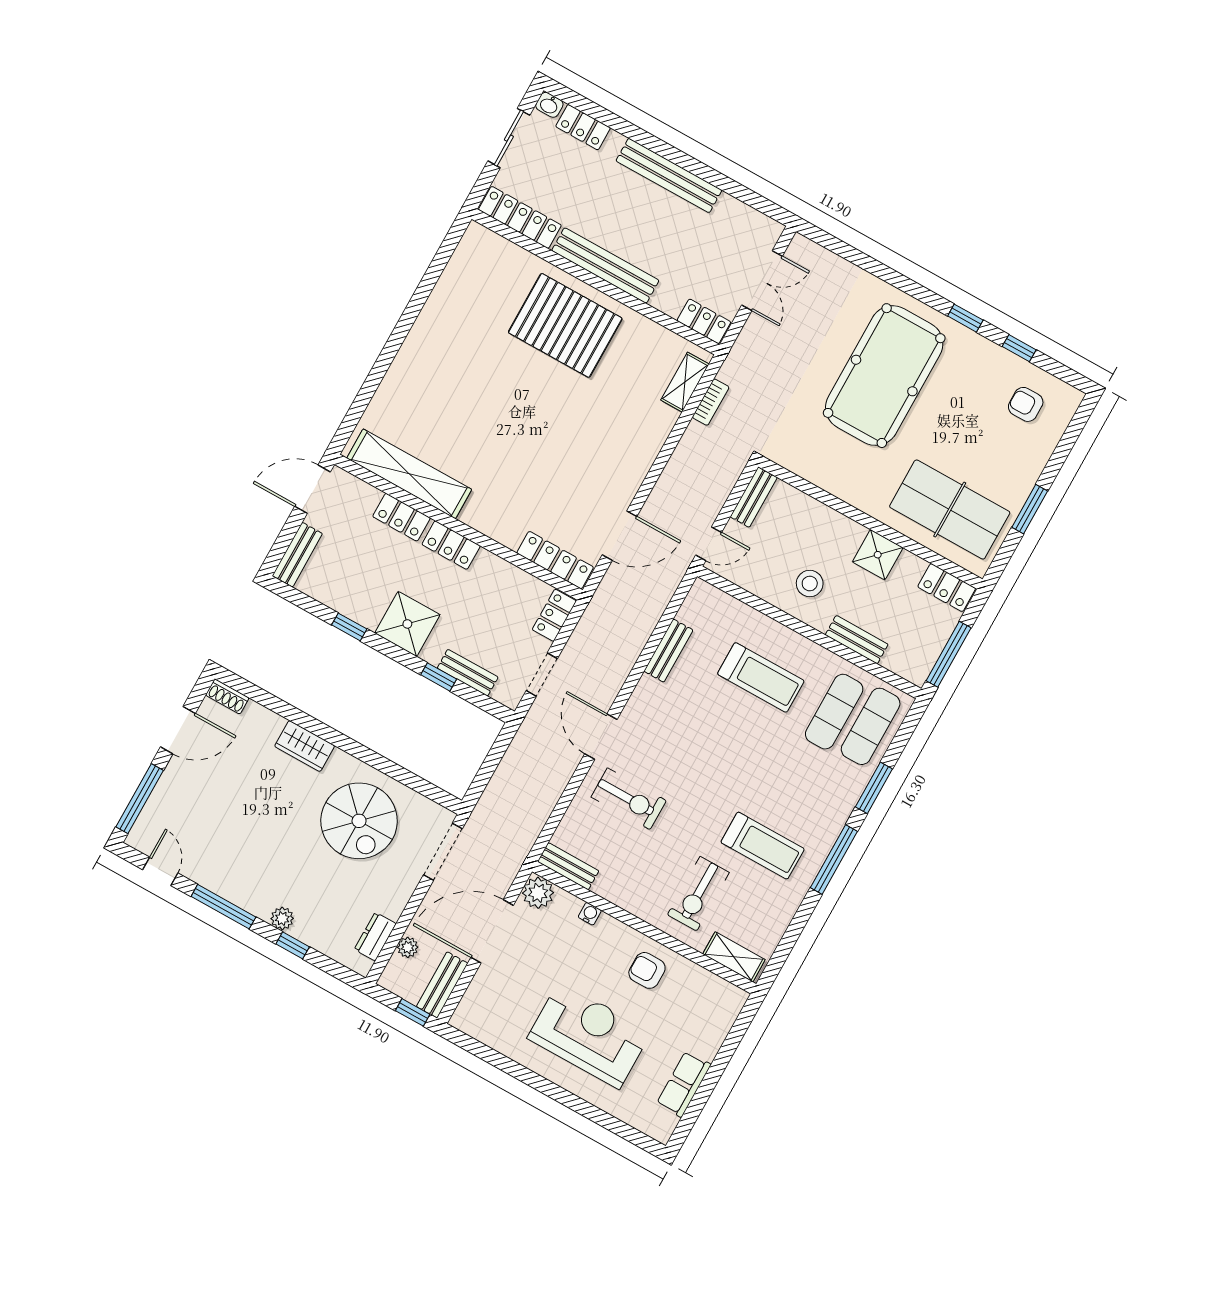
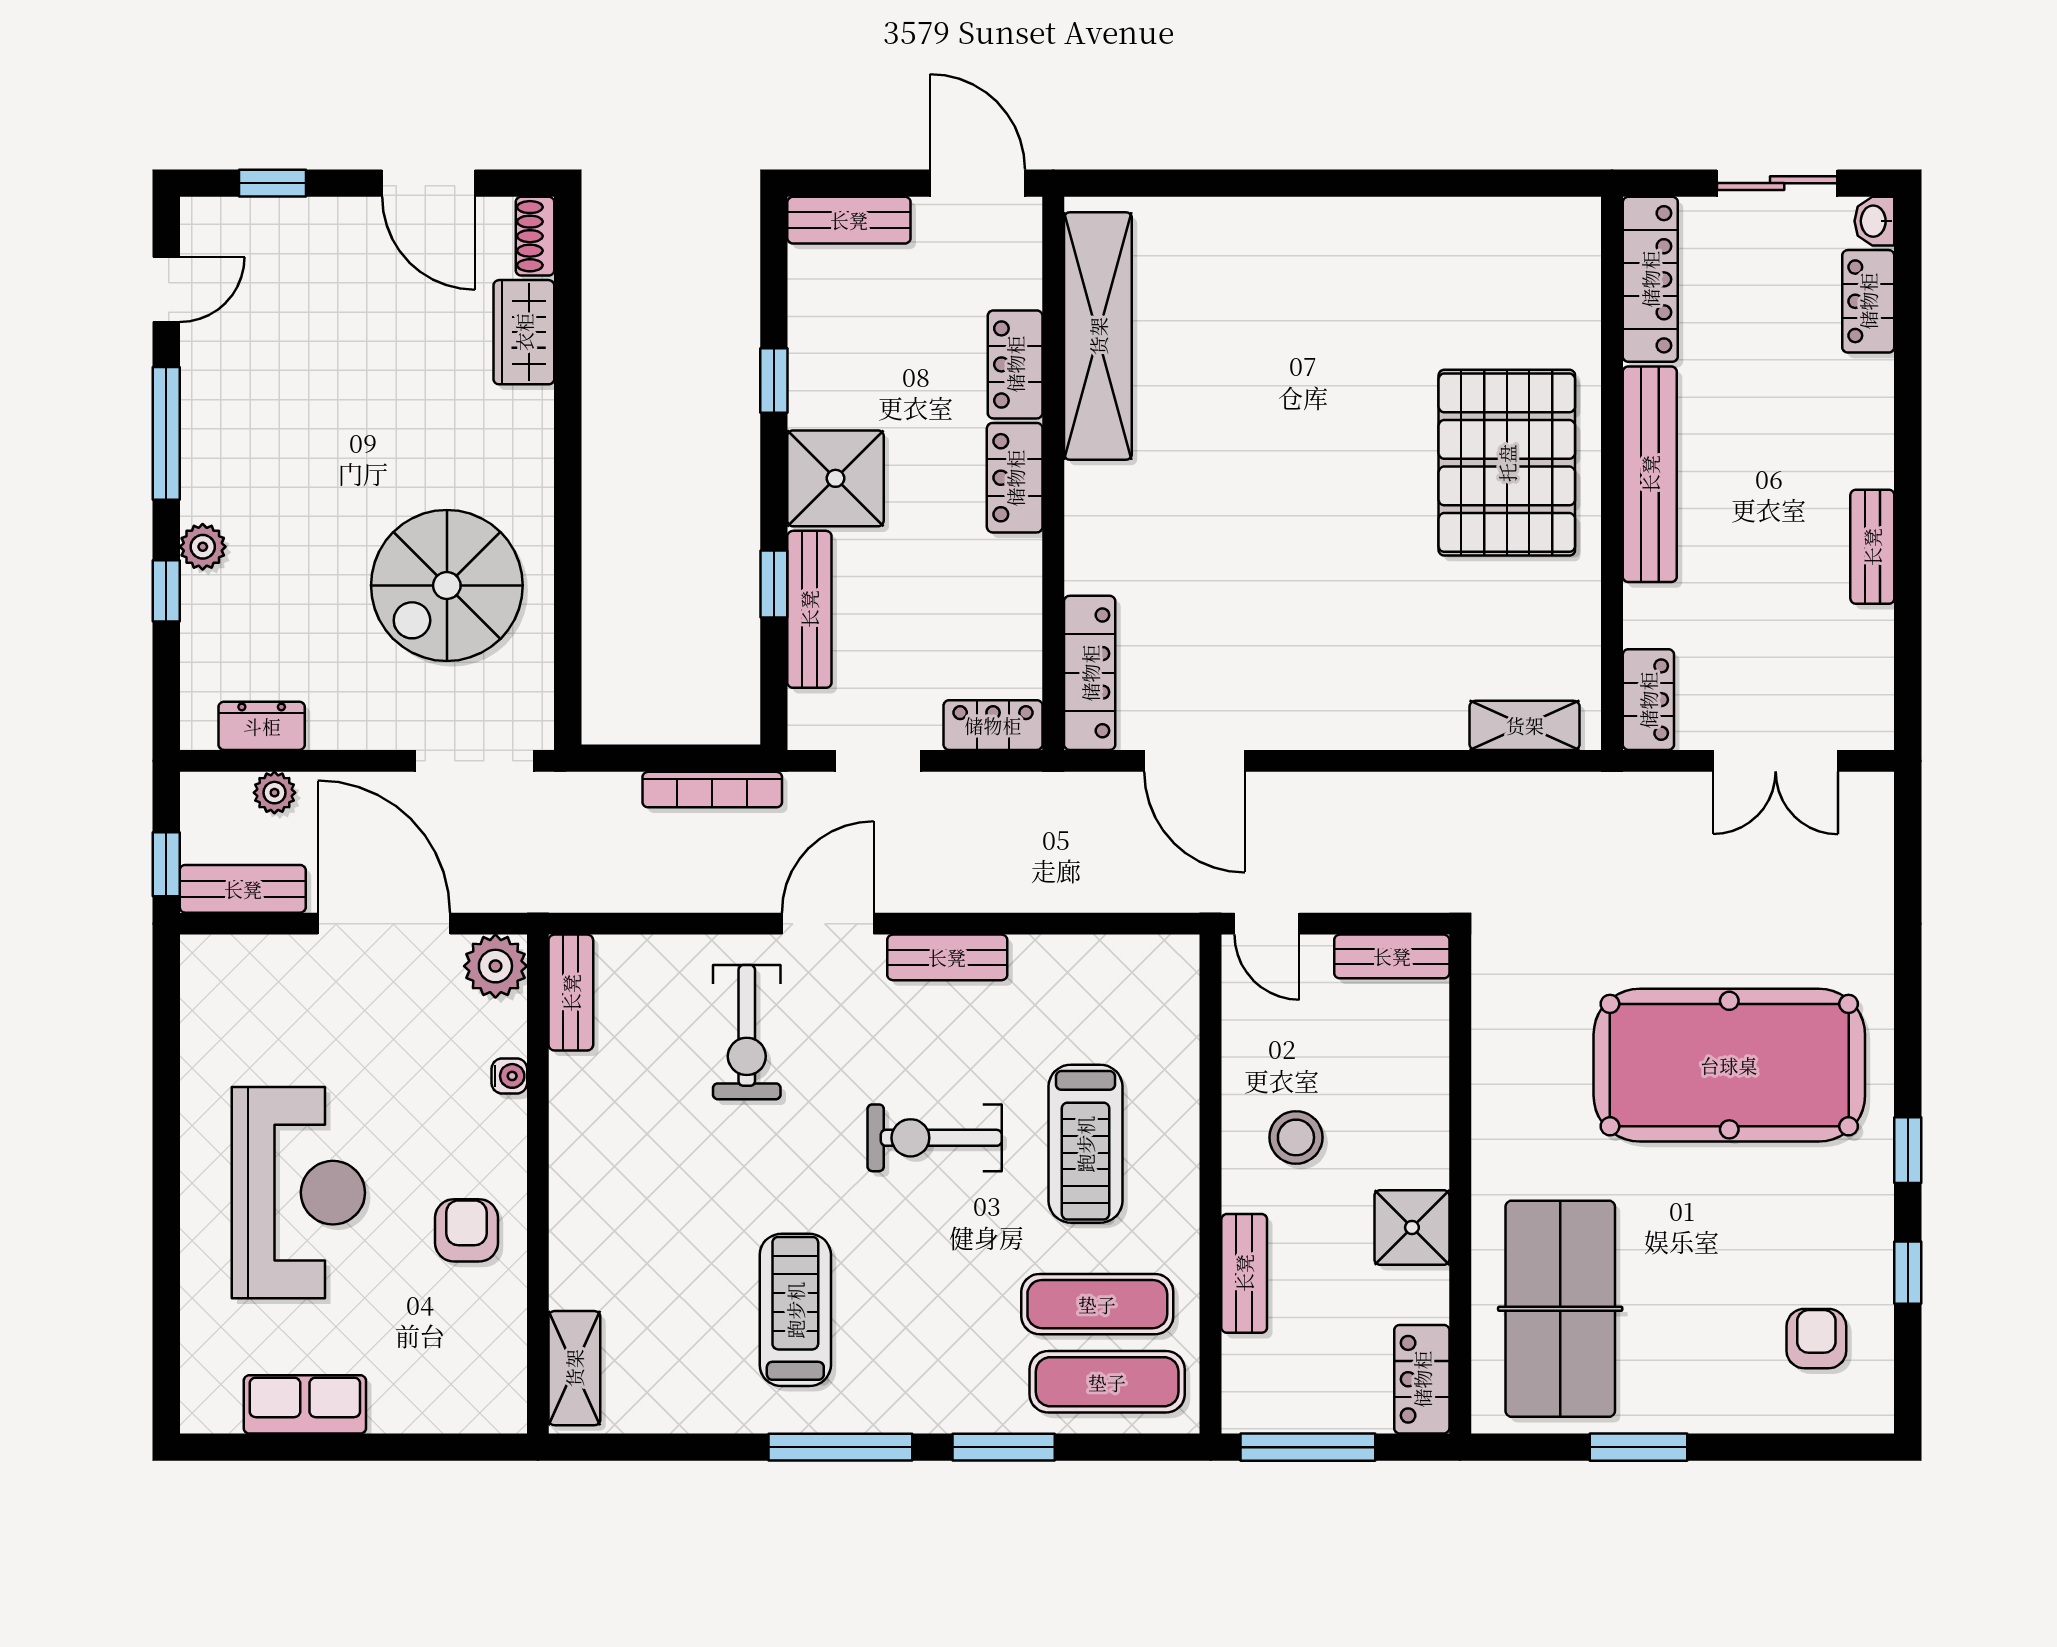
bench: (669, 175) -> (1872, 547), width x0.54, depth x0.82
bookcase: (711, 402) -> (712, 790), moved, width x1.56
bench: (668, 651) -> (947, 957), moved
bench: (468, 673) -> (809, 609), width x1.36
wardrobe: (305, 746) -> (524, 332), moved
window: (140, 799) -> (272, 183), width x0.46
treadmill: (763, 846) -> (795, 1310), turned 180
exercise bike: (698, 894) -> (935, 1138), moved

